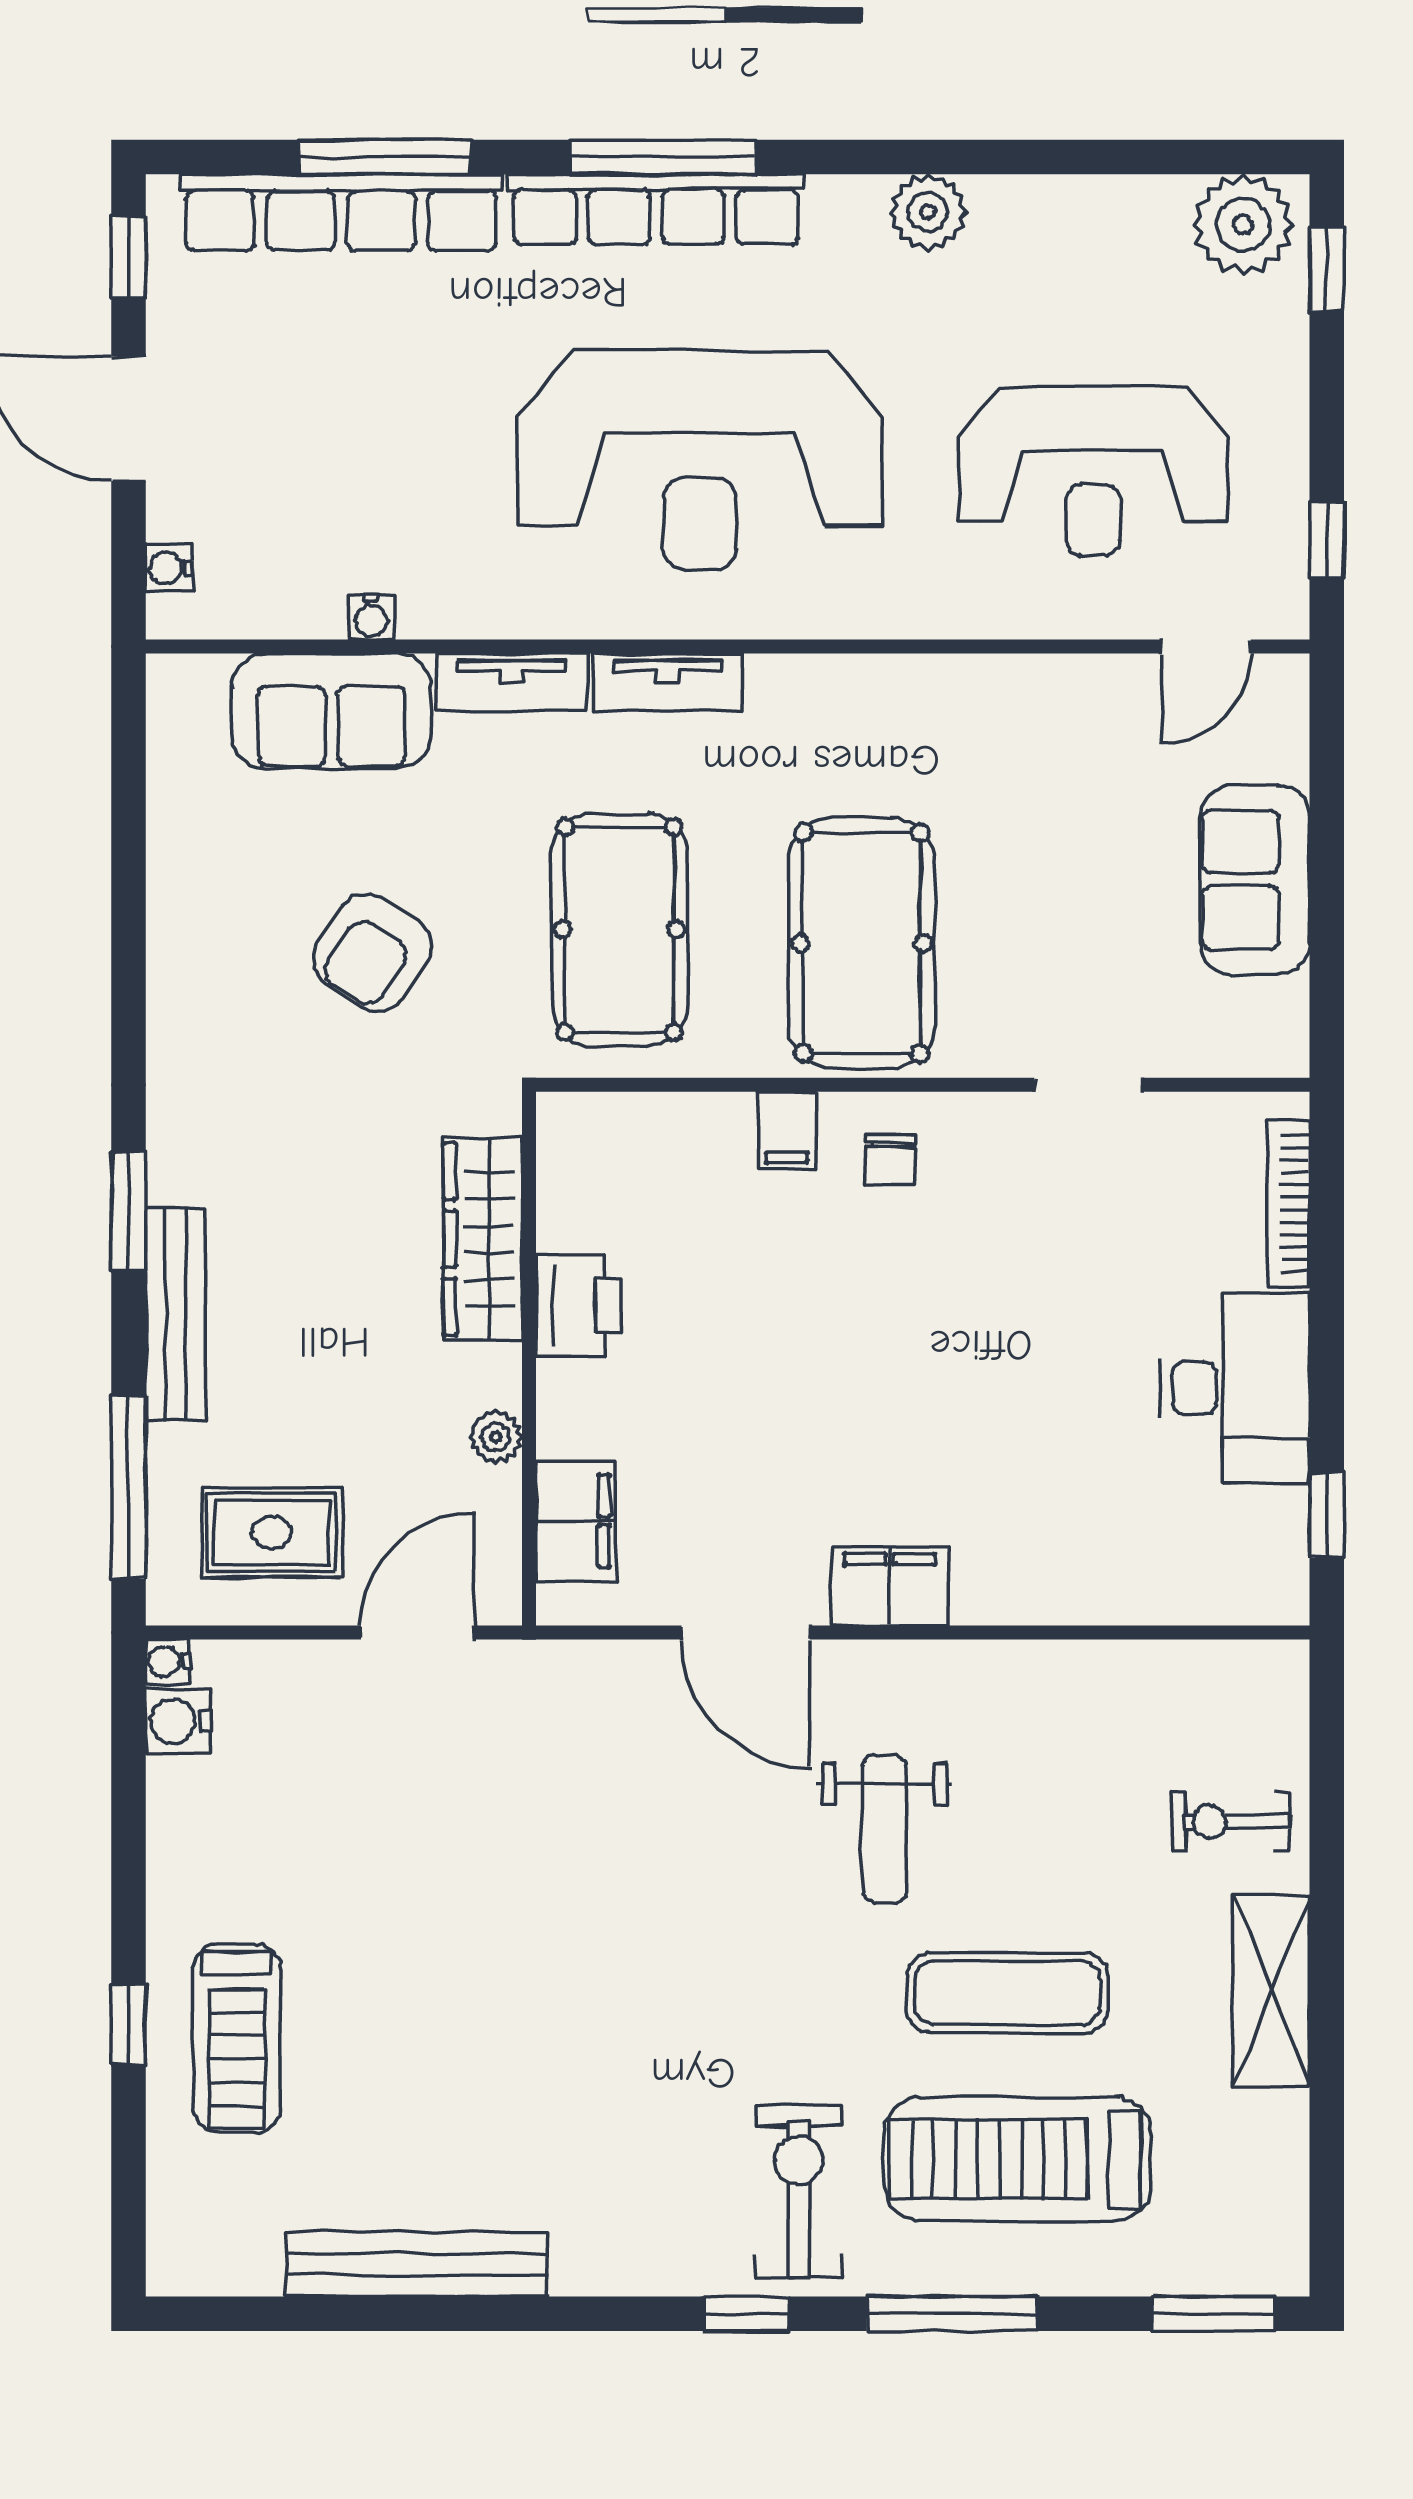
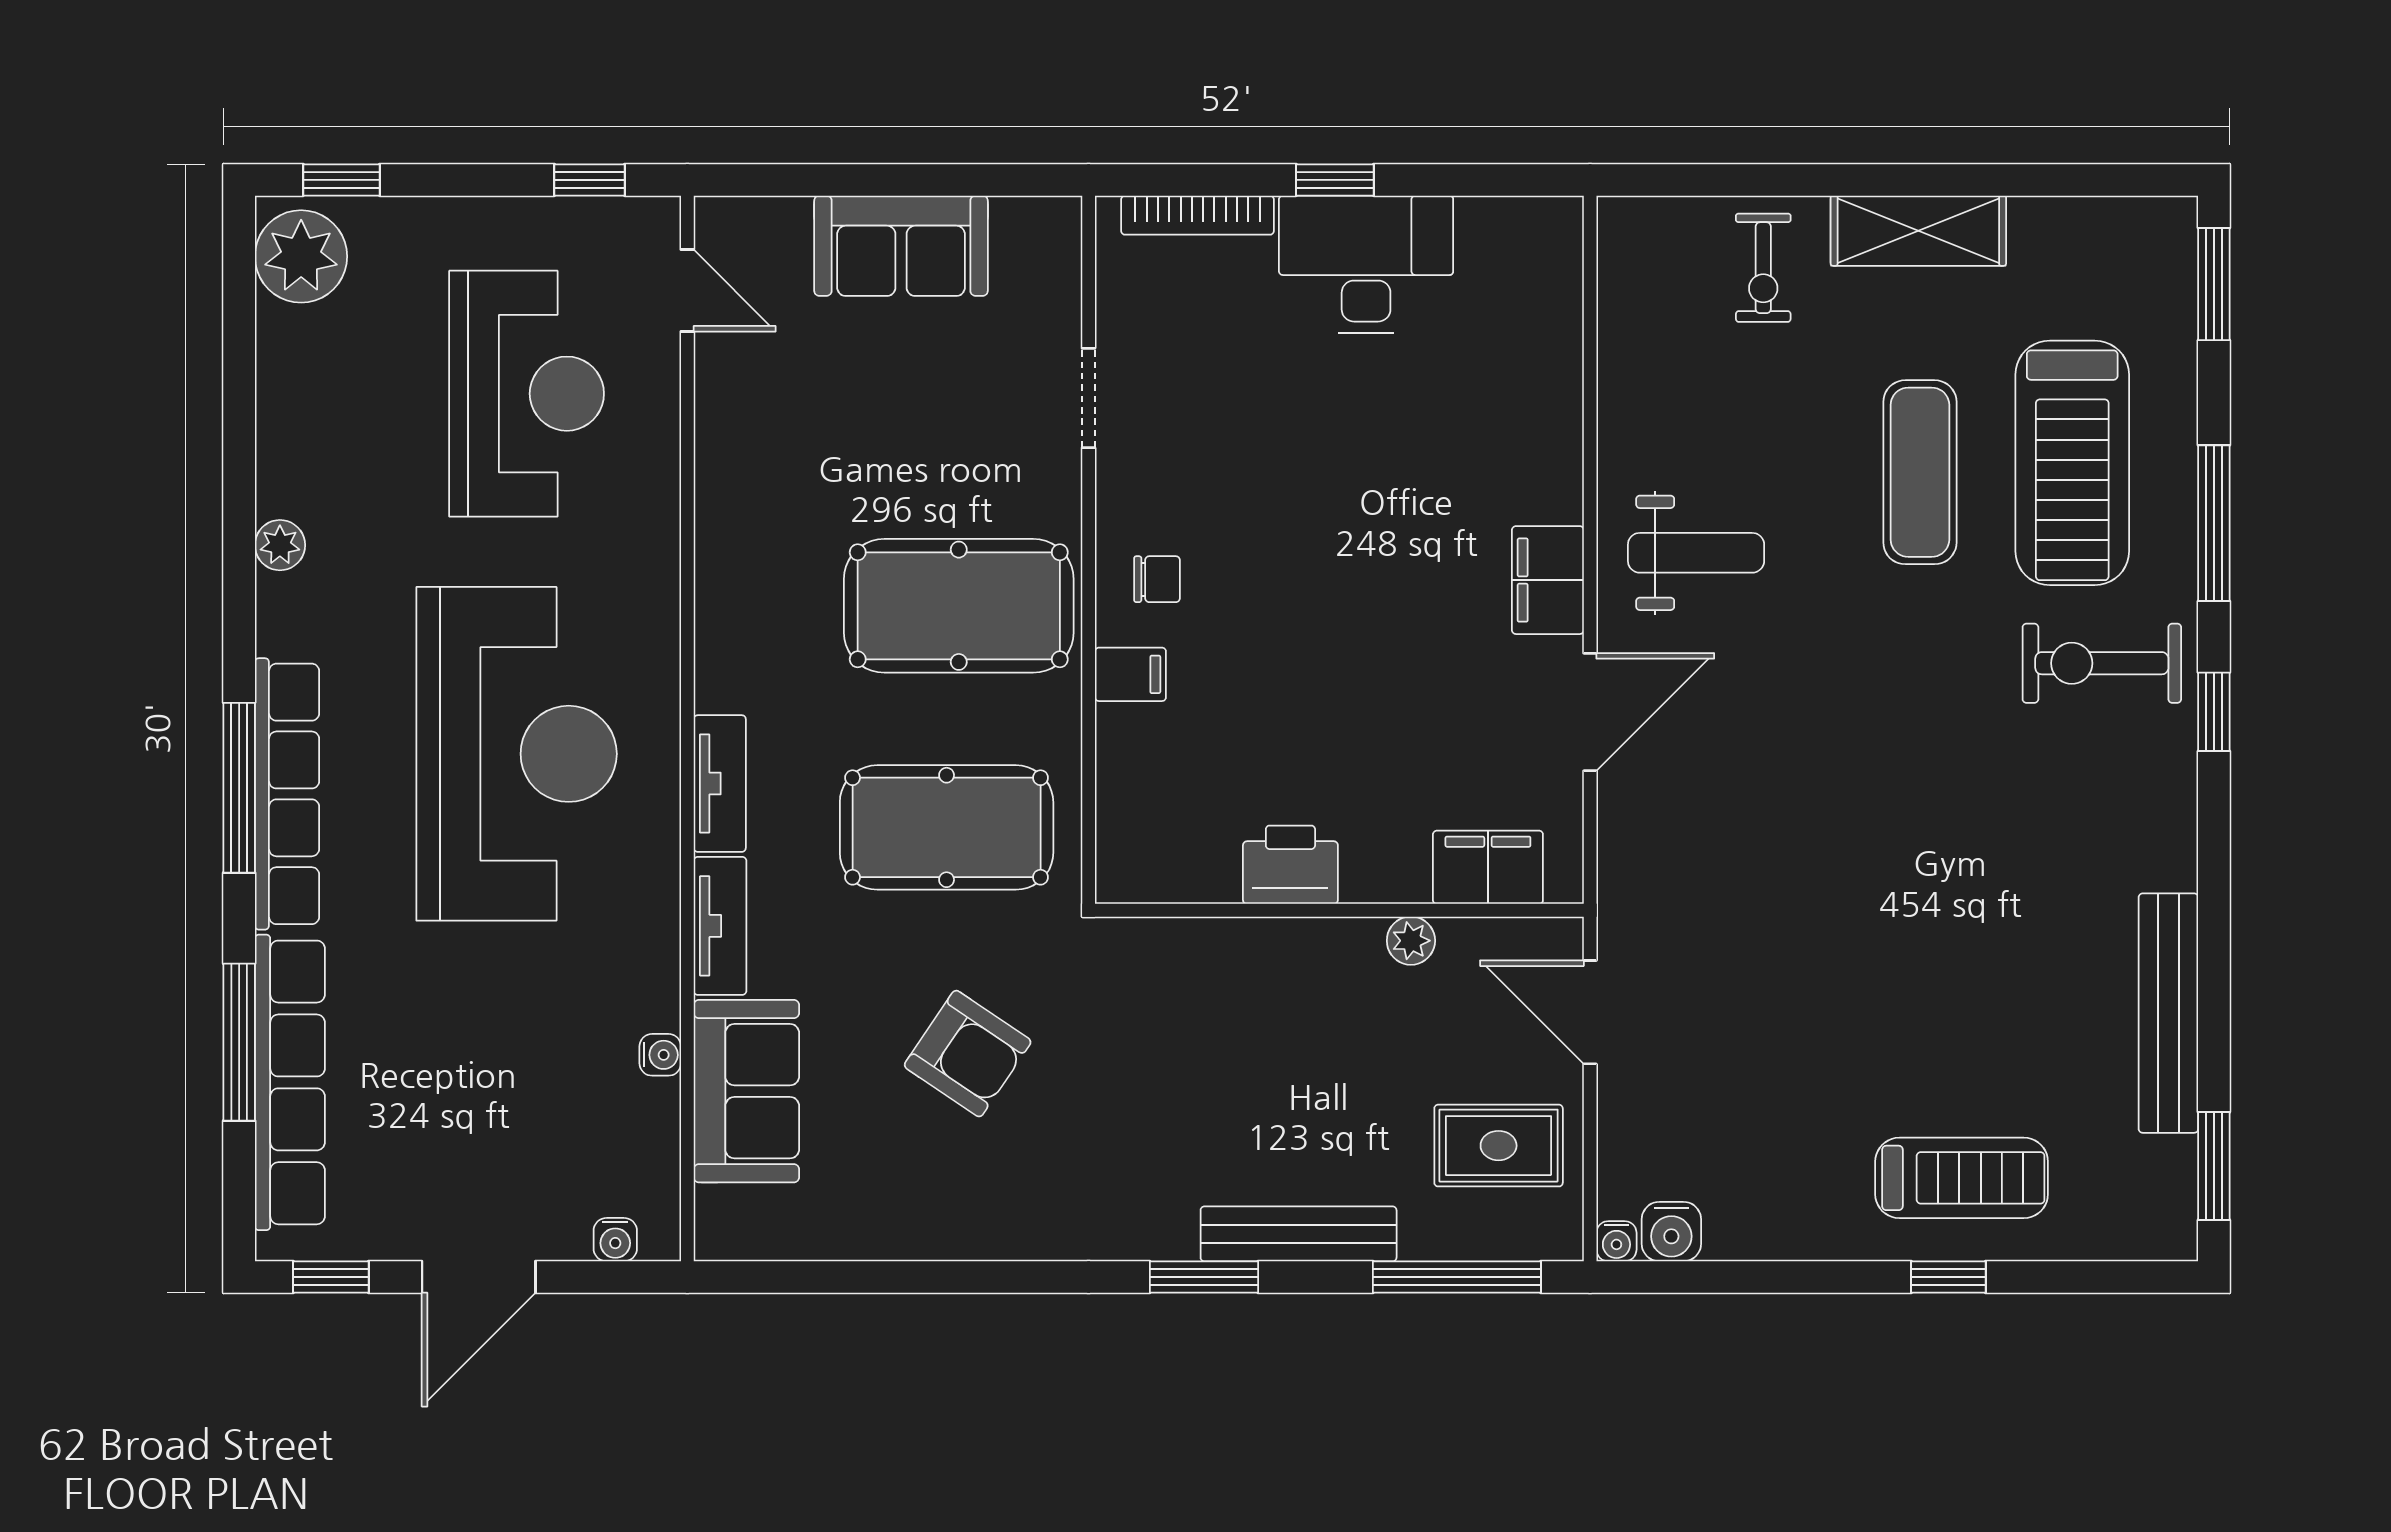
plant: (928, 212) -> (280, 545), width x0.73, depth x0.73
wardrobe: (483, 1239) -> (1230, 953), removed
window: (1327, 1515) -> (1335, 180), moved
rug: (272, 1533) -> (1499, 1146), turned 90
weight bench: (885, 1829) -> (1696, 553), moved
window: (250, 2314) -> (2214, 1166), added

